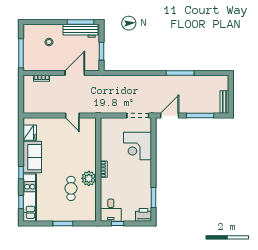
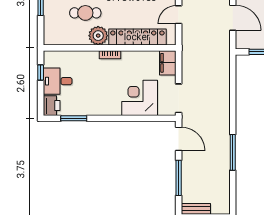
filing cabinet: (110, 124) -> (168, 63), added
locker: (90, 148) -> (137, 37), added
desk: (111, 210) -> (58, 81), moved

